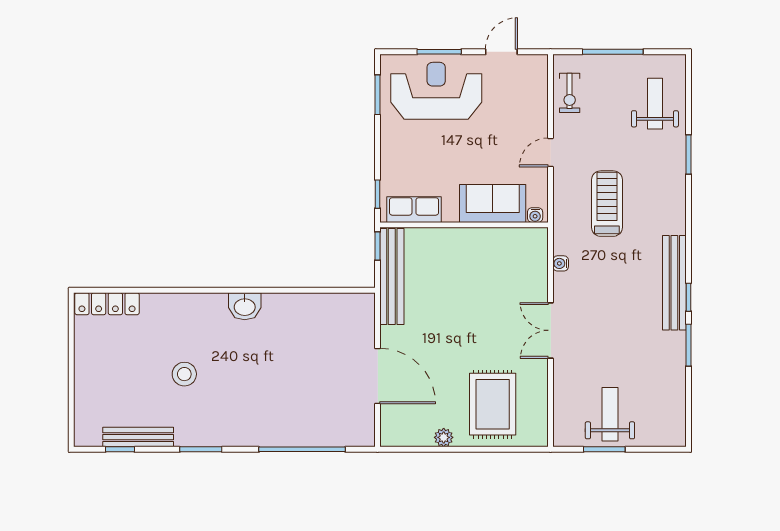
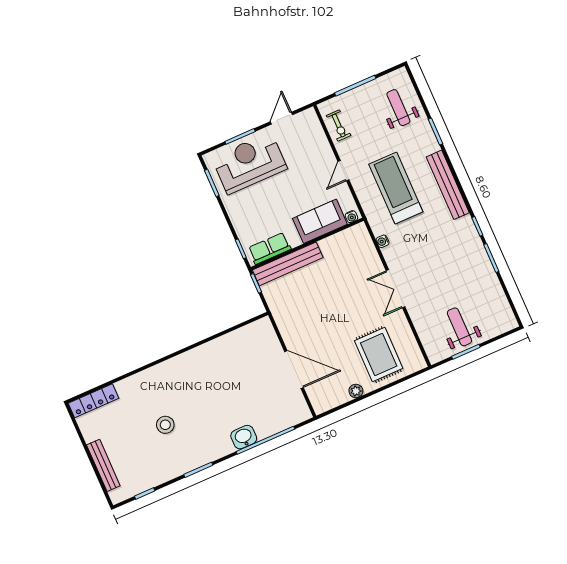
treadmill: (607, 204) -> (396, 188), width x1.37, depth x1.38
bench: (392, 276) -> (288, 264), moved, turned 90
bench: (674, 283) -> (448, 185), moved
washbasin: (245, 306) -> (244, 437), moved, turned 180
bench: (138, 437) -> (103, 465), moved, turned 90

